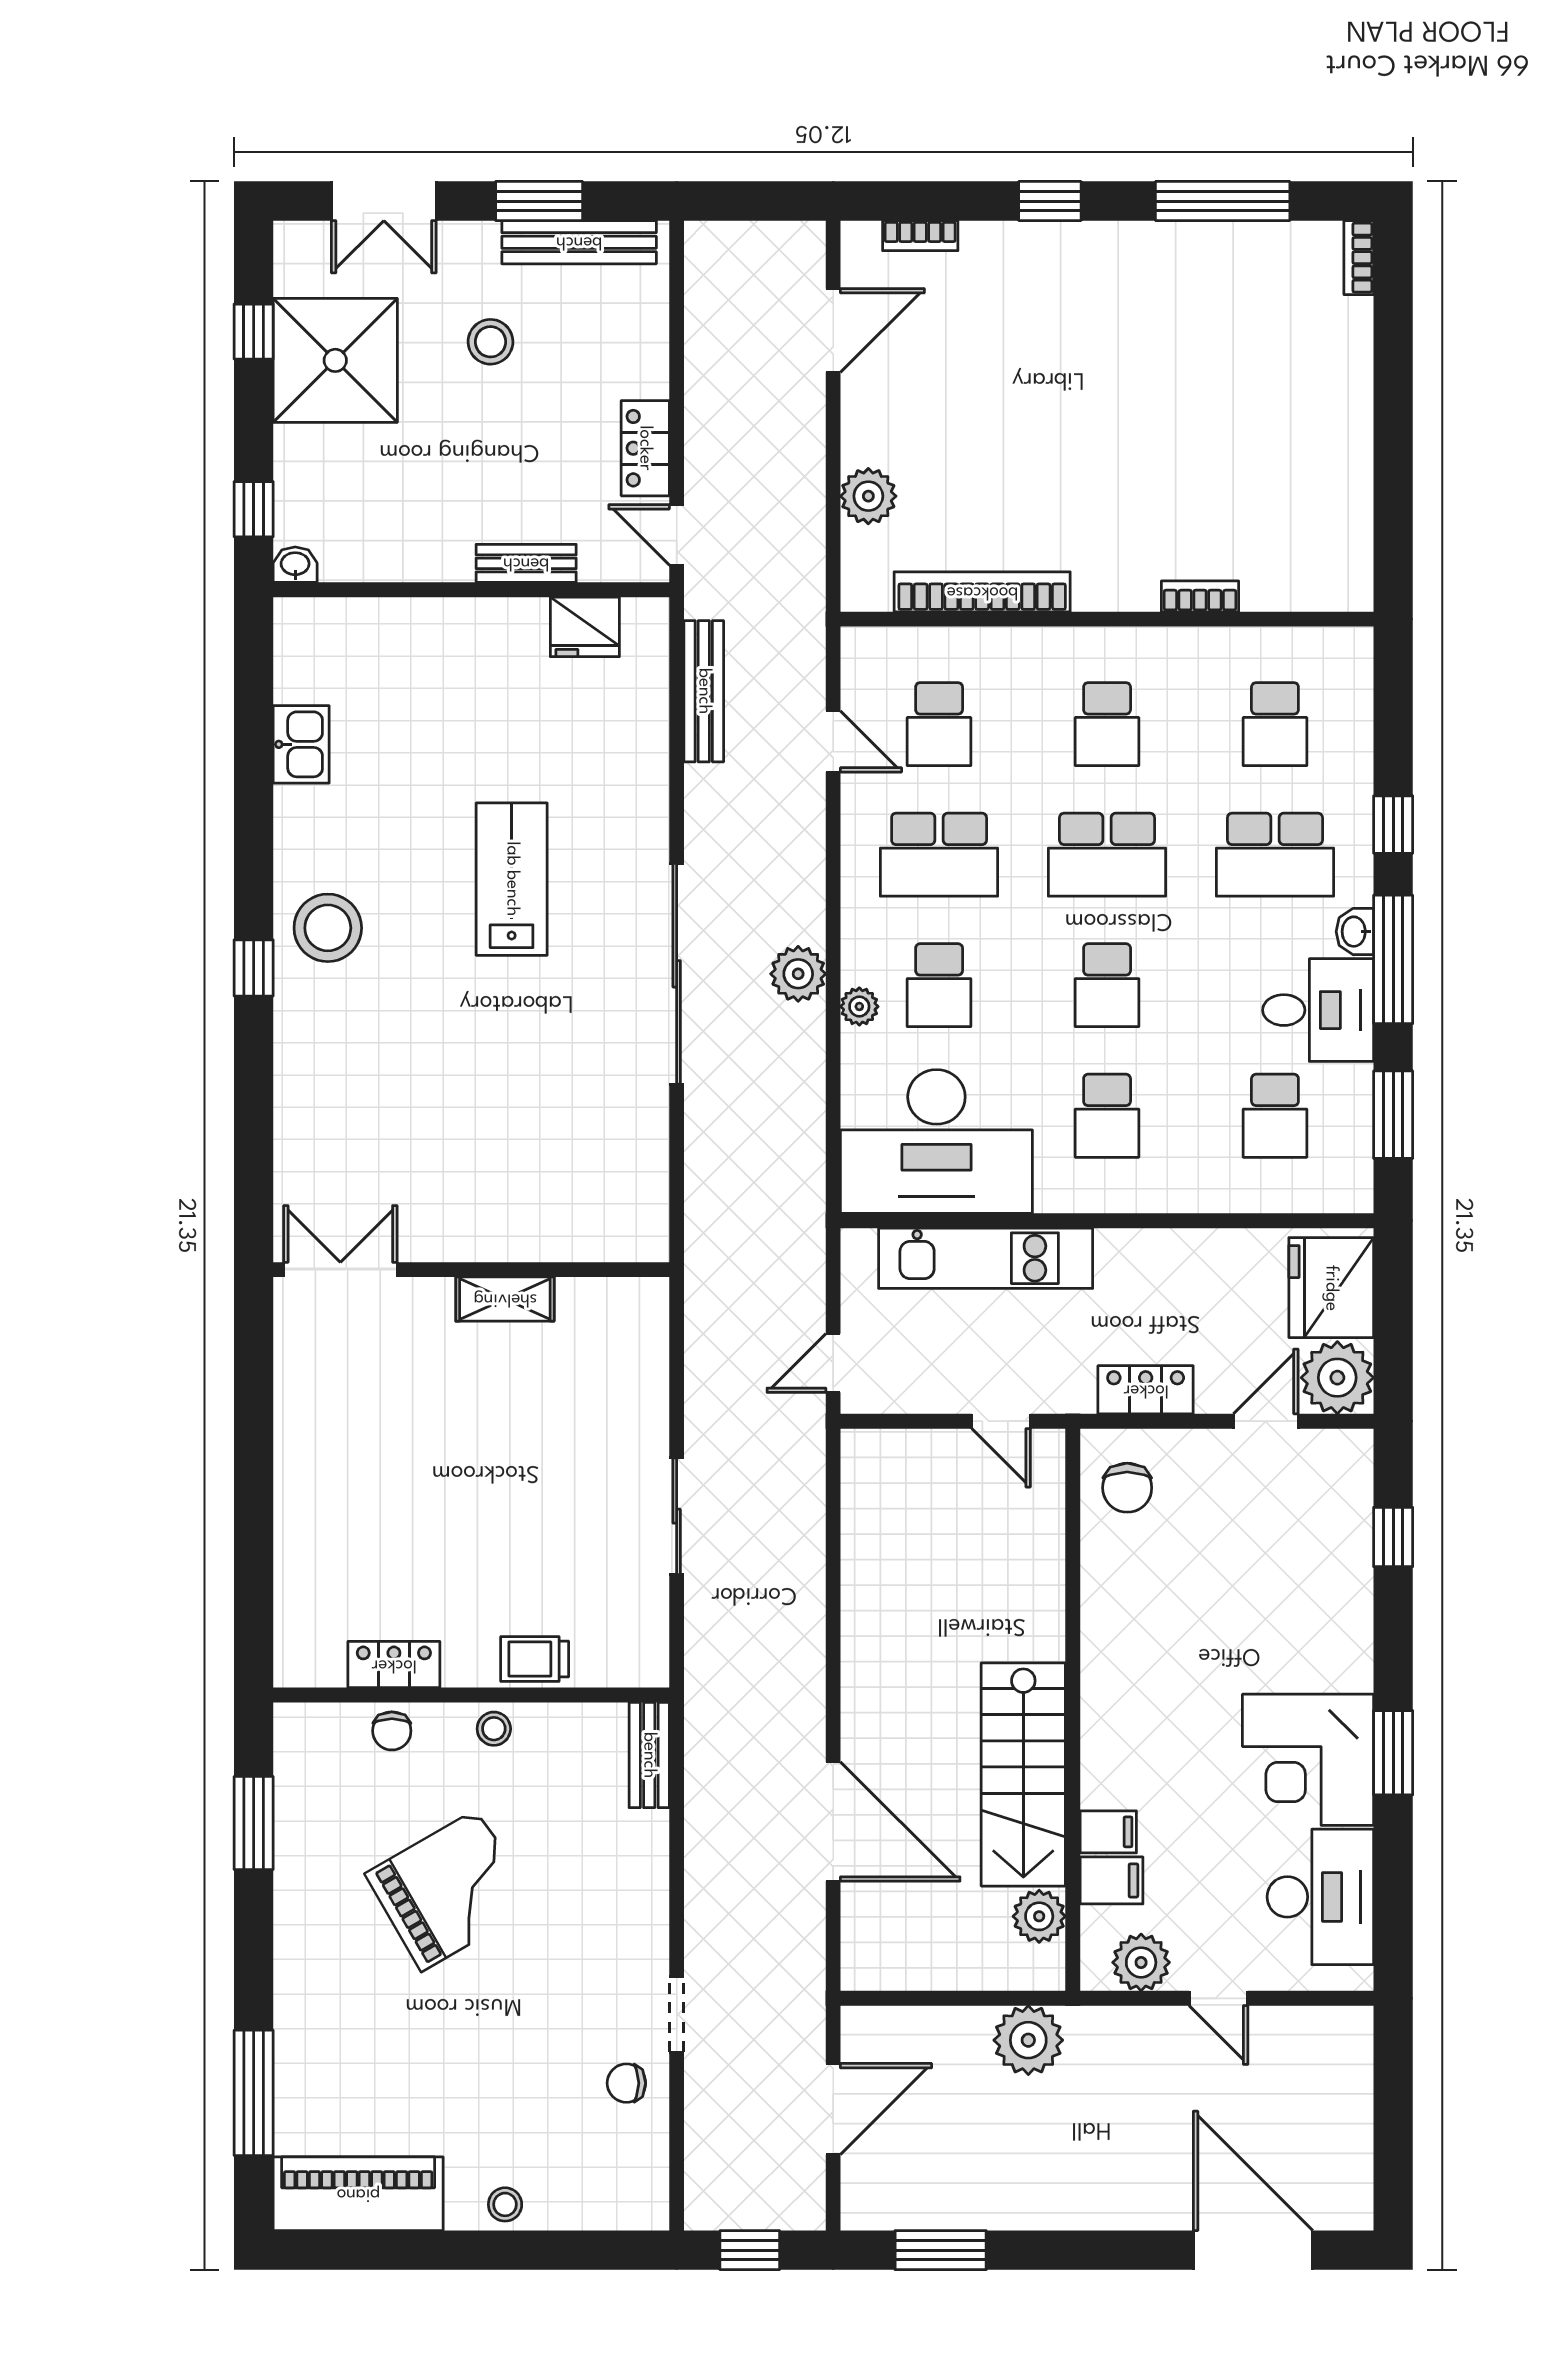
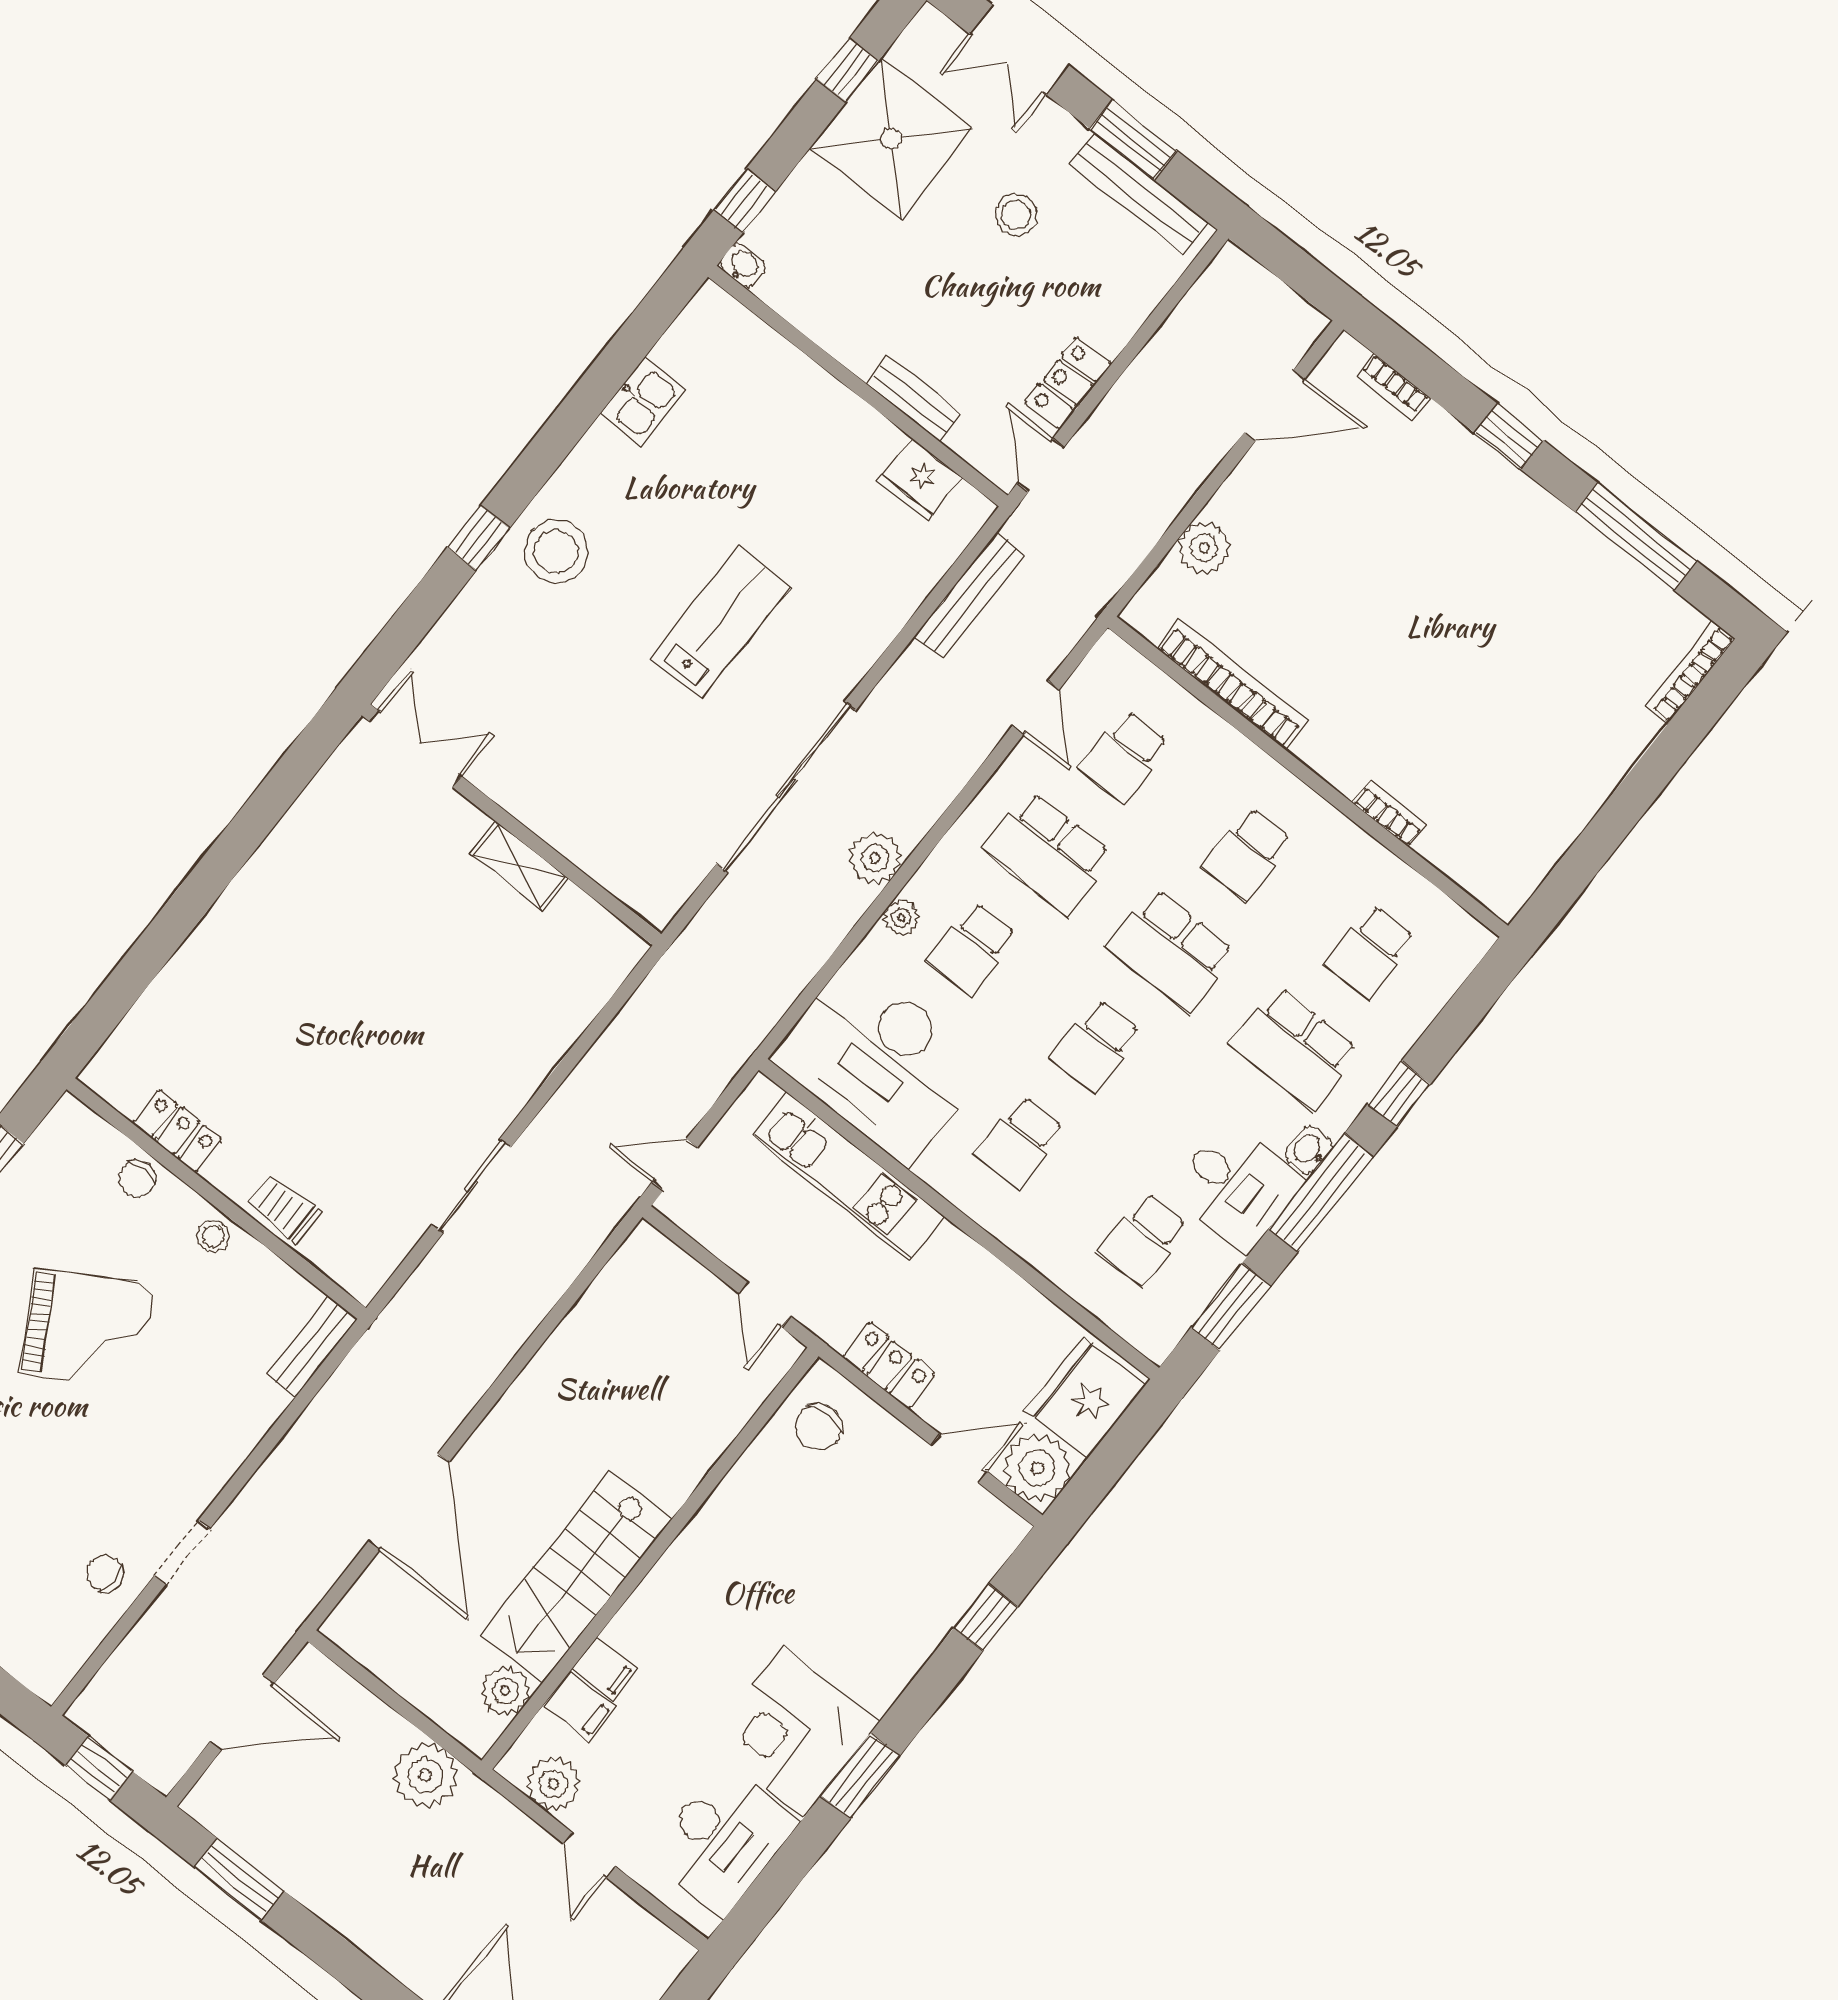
bookcase: (1359, 258) -> (1691, 672), width x1.56
double door: (340, 1270) -> (415, 749), moved
wall: (471, 1270) -> (512, 825), moved
shelving: (505, 1299) -> (519, 866), moved

